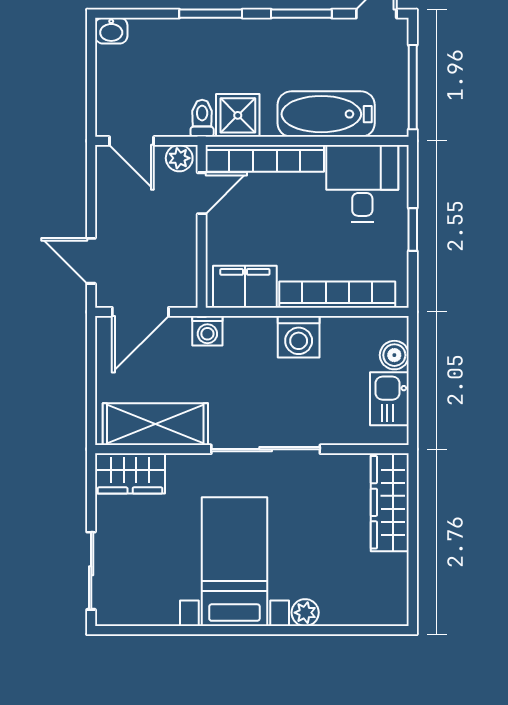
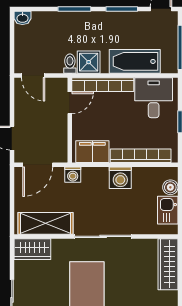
plant: (179, 158) -> (58, 84), removed

